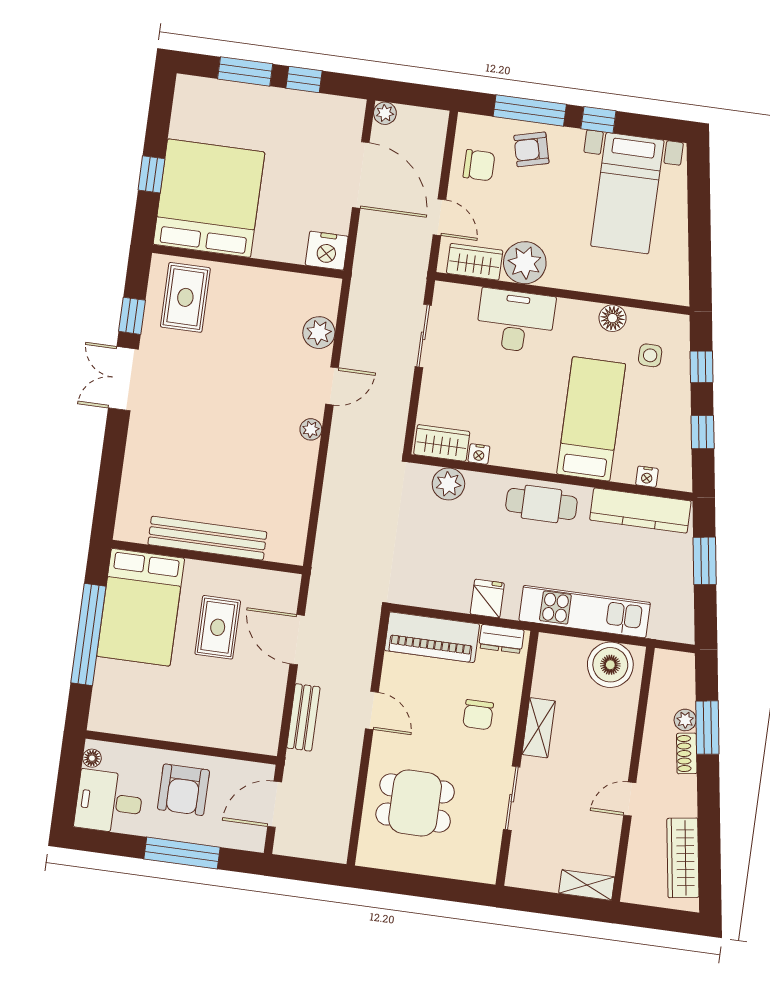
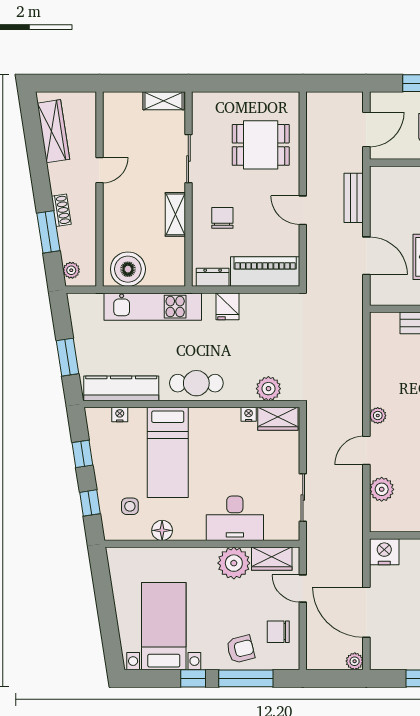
plant: (685, 720) -> (71, 270), moved
shelving: (587, 885) -> (164, 101), moved

